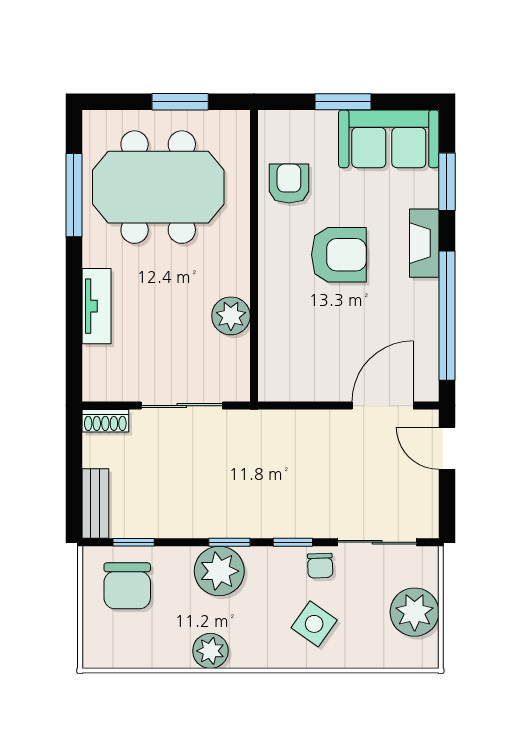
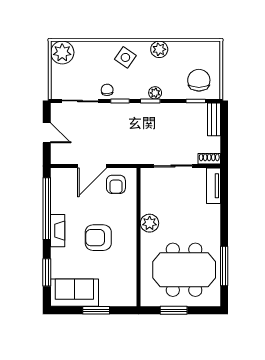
armchair: (289, 184) -> (116, 184), moved
fireplace: (424, 243) -> (58, 231), moved
tv unit: (96, 306) -> (213, 186), moved
plant: (231, 316) -> (150, 223), moved
door: (383, 406) -> (92, 166), moved
door: (447, 448) -> (47, 133), moved
plant: (219, 571) -> (155, 93), width x0.53, depth x0.53
plant: (415, 612) -> (62, 52), moved
side table: (314, 624) -> (125, 57), moved

